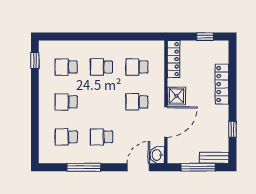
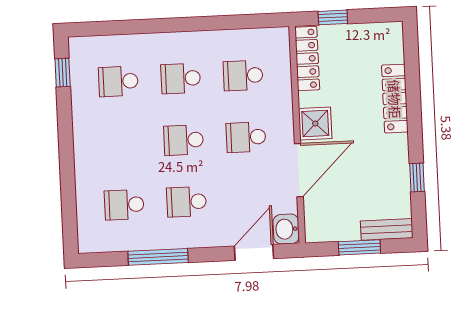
window: (205, 37) -> (333, 17), moved
school desk: (66, 102) -> (184, 140), moved
window: (198, 167) -> (359, 247), width x0.69

